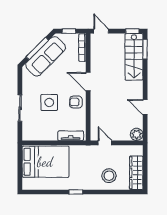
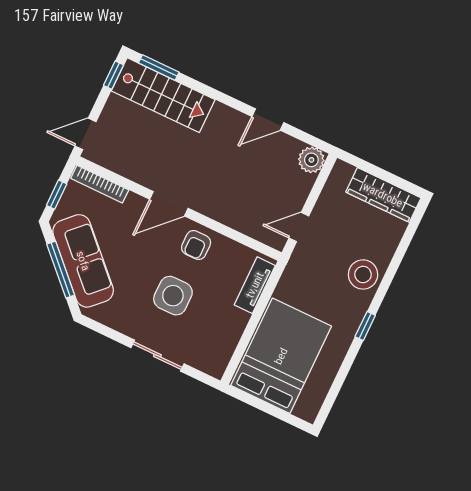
stool: (109, 176) -> (363, 274), moved

